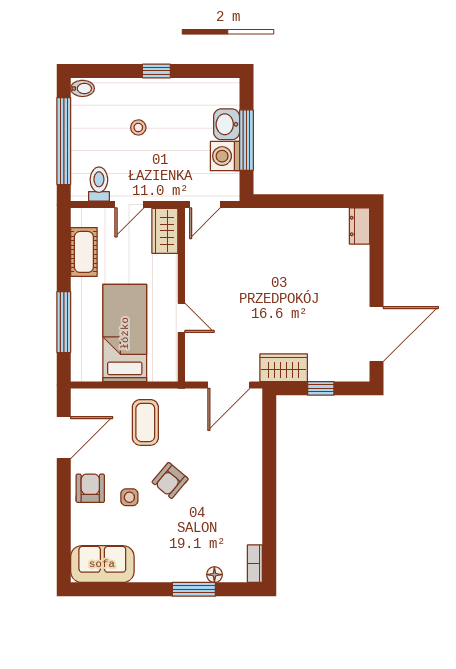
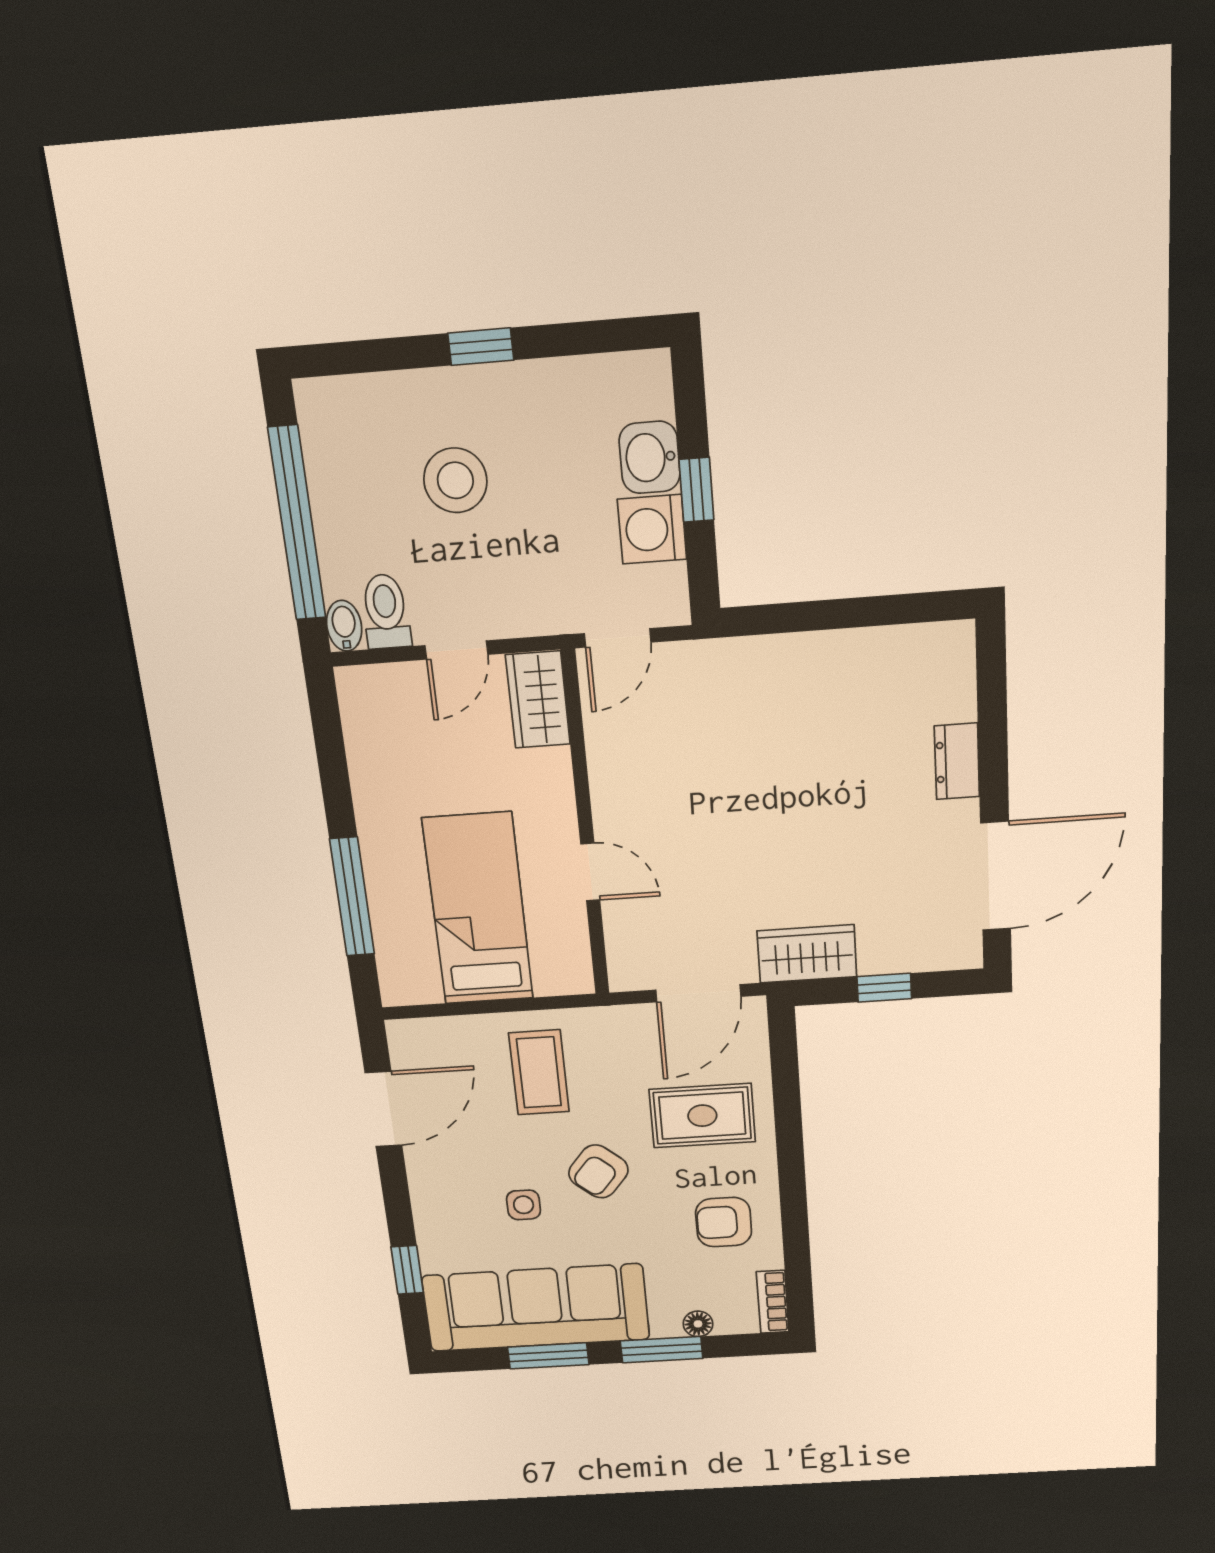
bidet: (82, 88) -> (344, 626), moved, turned -90
stool: (138, 127) -> (455, 480), width x1.89, depth x1.89
window: (246, 140) -> (696, 490), width x0.46
dresser: (360, 226) -> (957, 761), moved
cot: (84, 252) -> (373, 755), removed
rug: (226, 452) -> (702, 1116), added
armchair: (90, 488) -> (724, 1222), moved, turned -90
window: (64, 532) -> (407, 1270), added
sofa: (102, 564) -> (536, 1308), width x1.85, depth x1.27
window: (133, 589) -> (548, 1356), added

